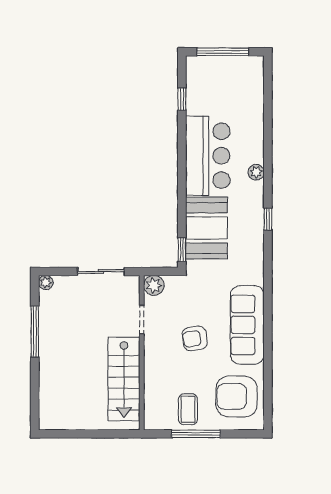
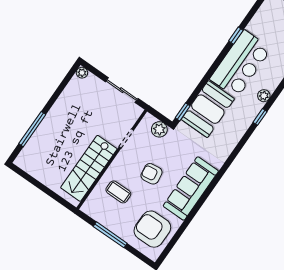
window: (182, 99) -> (236, 36), moved
window: (268, 219) -> (260, 117), moved
plant: (154, 285) -> (159, 129), moved
window: (35, 332) -> (32, 129), moved
coffee table: (188, 409) -> (118, 192), moved, turned 90

